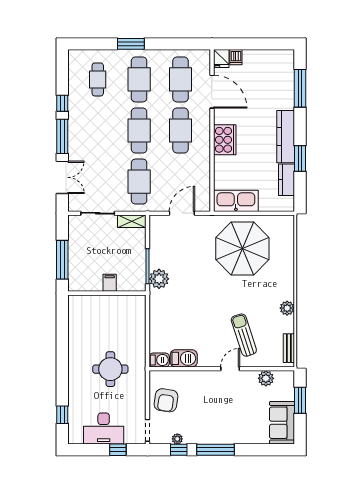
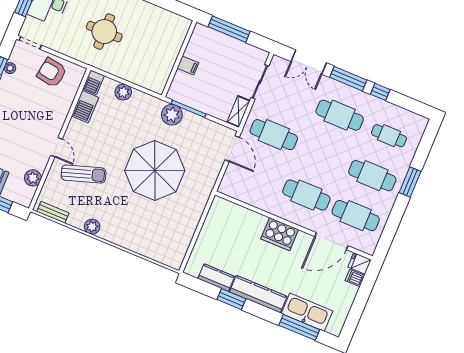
cafe table: (139, 130) -> (340, 115), moved
kitchen sink: (236, 201) -> (307, 312), moved, turned -90
door: (182, 213) -> (232, 149), moved
parasol: (242, 248) -> (155, 170), moved
plant: (157, 330) -> (123, 92), added

